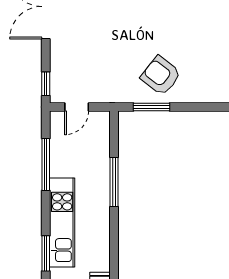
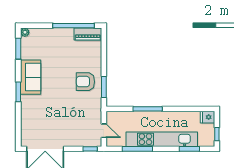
armchair: (161, 76) -> (85, 82), turned 52
kitchen unit: (62, 222) -> (162, 139), width x1.36

